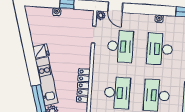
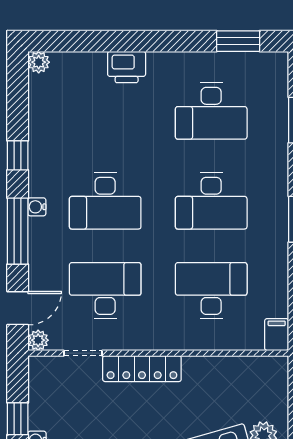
window: (149, 10) -> (18, 231), added
locker: (83, 85) -> (142, 369), moved

